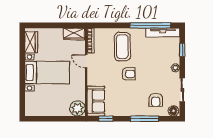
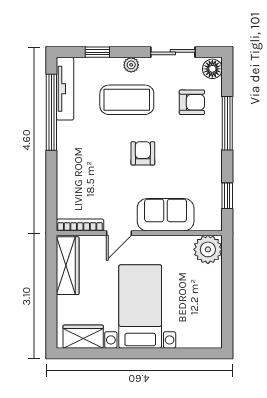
wardrobe: (74, 34) -> (68, 266), width x1.50
coffee table: (122, 47) -> (127, 100), moved
sofa: (96, 101) -> (166, 215), moved

